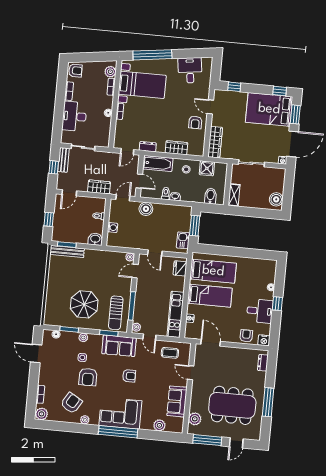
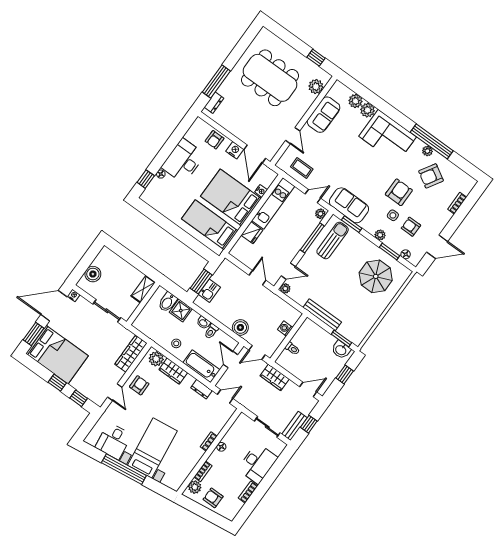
window: (152, 55) -> (124, 469), moved
armchair: (75, 71) -> (213, 498), moved
bed with nightstands: (142, 85) -> (152, 448), moved, turned 83
window: (280, 91) -> (57, 383), moved
plant: (194, 149) -> (156, 359), added
shower: (207, 168) -> (181, 311), moved
boiler: (276, 199) -> (93, 274), moved
washbasin: (95, 239) -> (341, 350), moved
kitchen sink: (183, 240) -> (209, 291), moved
bench: (67, 251) -> (322, 315), moved
fridge: (180, 268) -> (252, 233), moved
bed: (210, 296) -> (231, 197), width x1.50
parasol: (84, 304) -> (376, 276), moved
window: (277, 304) -> (146, 179), moved
desk: (260, 311) -> (183, 161), width x1.37
door: (149, 337) -> (313, 196), hinge flipped
nightstand: (264, 340) -> (235, 150), moved
door: (36, 354) -> (437, 247), hinge flipped
armchair: (129, 376) -> (411, 227), moved
window: (268, 402) -> (216, 81), moved
plant: (42, 414) -> (367, 110), moved
window: (118, 432) -> (432, 141), moved
window: (207, 440) -> (316, 58), width x0.46
door: (236, 443) -> (288, 38), removed

